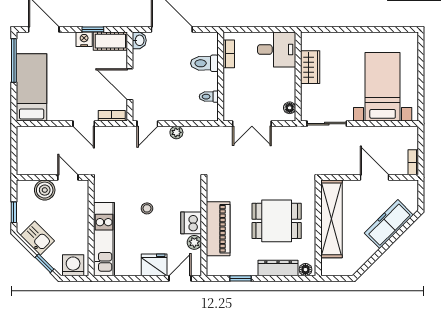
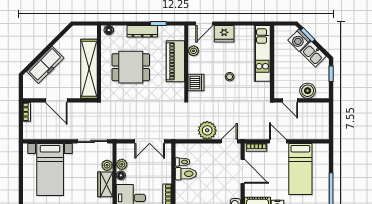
toilet: (204, 63) -> (186, 174), moved
bed: (32, 87) -> (300, 169), moved
plant: (308, 92) -> (107, 165), added
plant: (288, 93) -> (122, 164), added
floor lamp: (290, 108) -> (121, 175), moved
double door: (252, 124) -> (150, 141), swing flipped
plant: (176, 132) -> (207, 130), width x1.88, depth x1.88
dishwasher: (191, 223) -> (196, 82), moved
washing machine: (73, 265) -> (299, 40), moved, turned 45
dresser: (278, 268) -> (142, 31), moved

